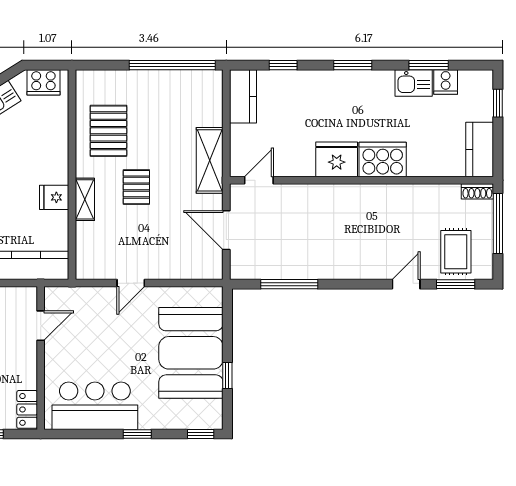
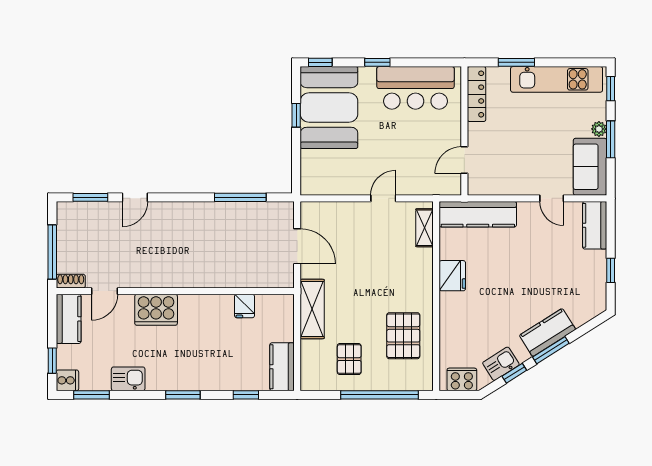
window: (172, 65) -> (379, 395), moved
window: (429, 65) -> (91, 395), moved
cooker: (446, 82) -> (67, 380), moved, turned 90
fridge: (337, 159) -> (245, 306), moved, width x0.53, depth x0.75
door: (259, 180) -> (105, 291), moved
pallet: (136, 187) -> (349, 359), moved
fridge: (54, 197) -> (452, 276), width x1.38
shelving: (85, 199) -> (425, 228), moved
rug: (456, 252) -> (90, 227), removed
booth: (191, 353) -> (329, 107), moved
locker: (27, 409) -> (477, 94), width x1.53

